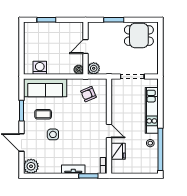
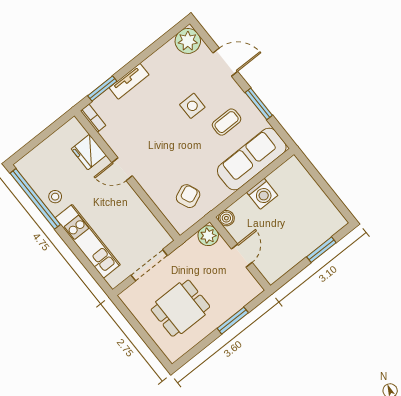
dining table: (139, 36) -> (180, 308), moved
washing machine: (40, 68) -> (262, 194), moved

